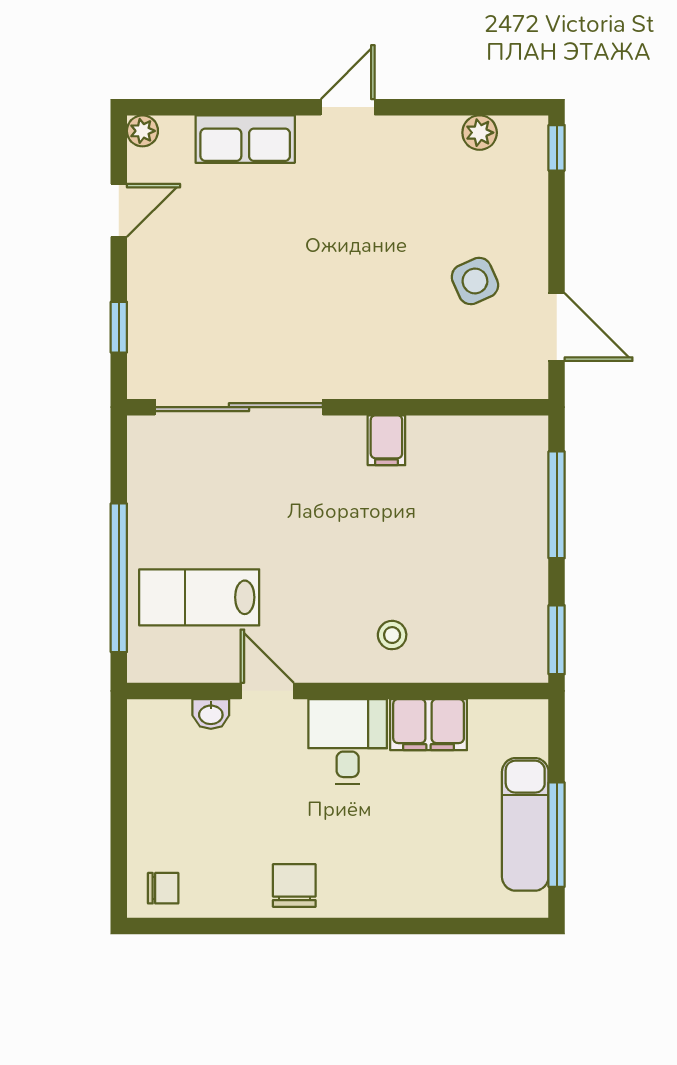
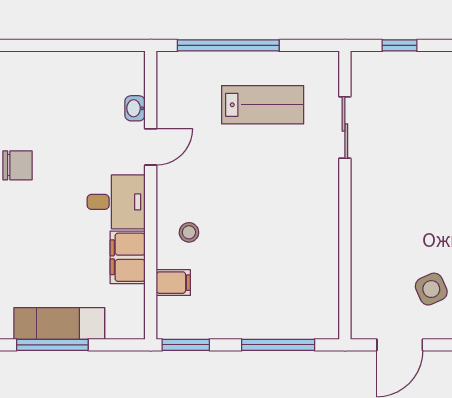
sliding door: (239, 407) -> (345, 128), width x0.54
filing cabinet: (386, 440) -> (173, 283), moved, turned 180
lab bench: (199, 597) -> (263, 105), moved, turned 90
chair: (163, 888) -> (16, 76), removed

